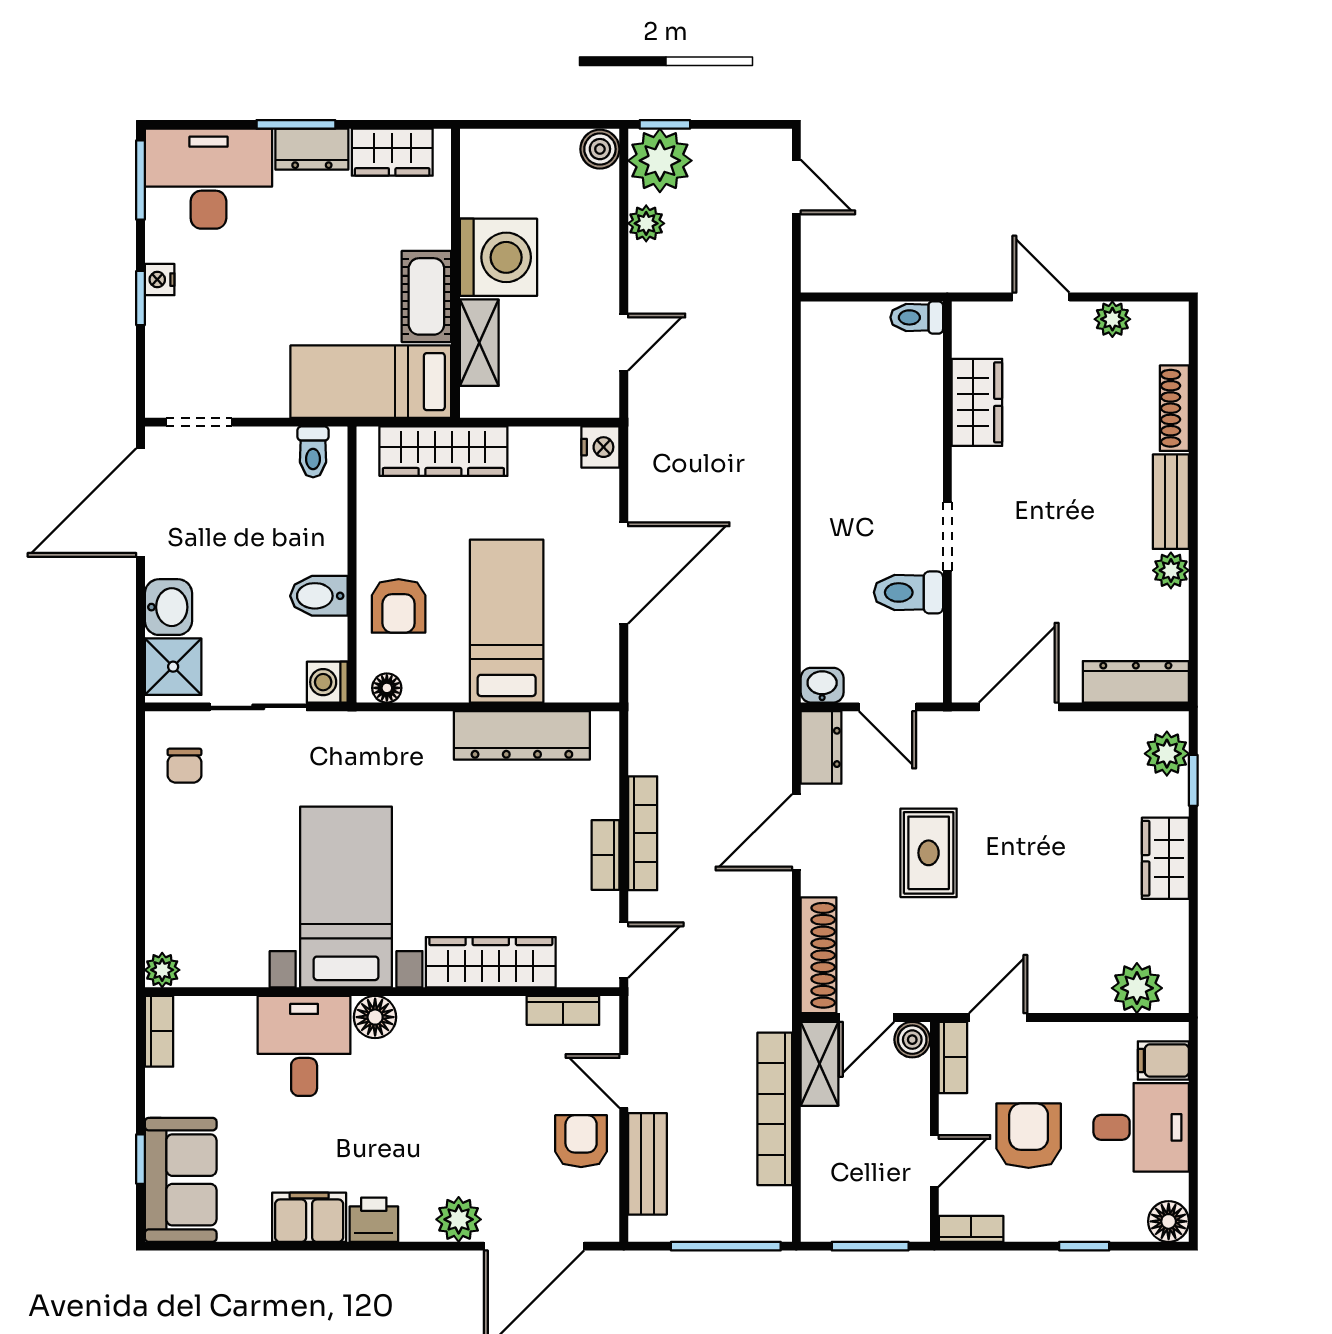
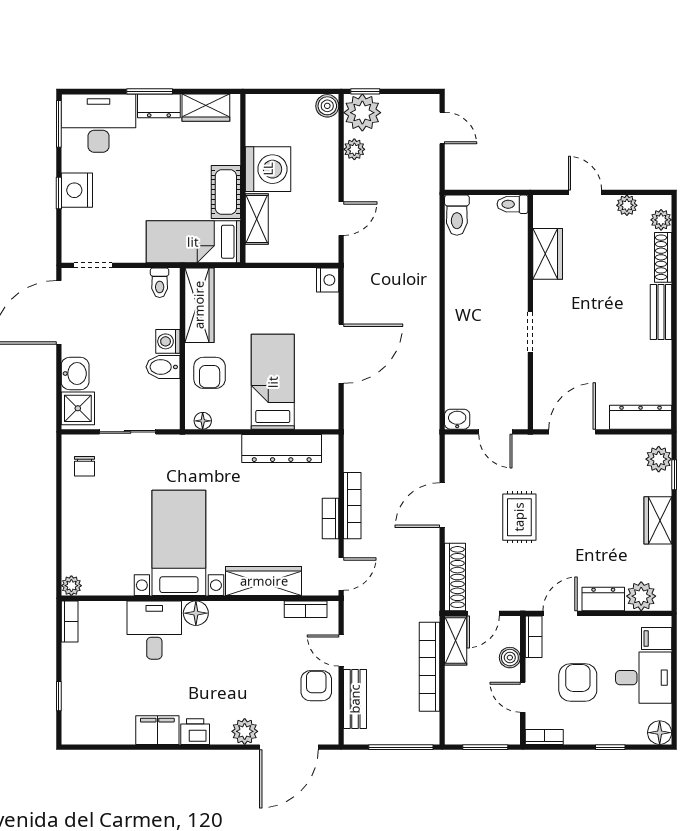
nightstand: (160, 280) -> (77, 190), width x1.89, depth x1.79
wardrobe: (443, 451) -> (199, 305), moved, turned -90
plant: (1171, 570) -> (661, 220), moved
toilet: (908, 592) -> (457, 215), moved, turned -90
washing machine: (327, 682) -> (168, 341), moved
dresser: (821, 747) -> (603, 599), moved, turned -90
boiler: (912, 1040) -> (510, 658), moved
door: (934, 1161) -> (523, 697), swing flipped
sofa: (181, 1180) -> (82, 708), removed

